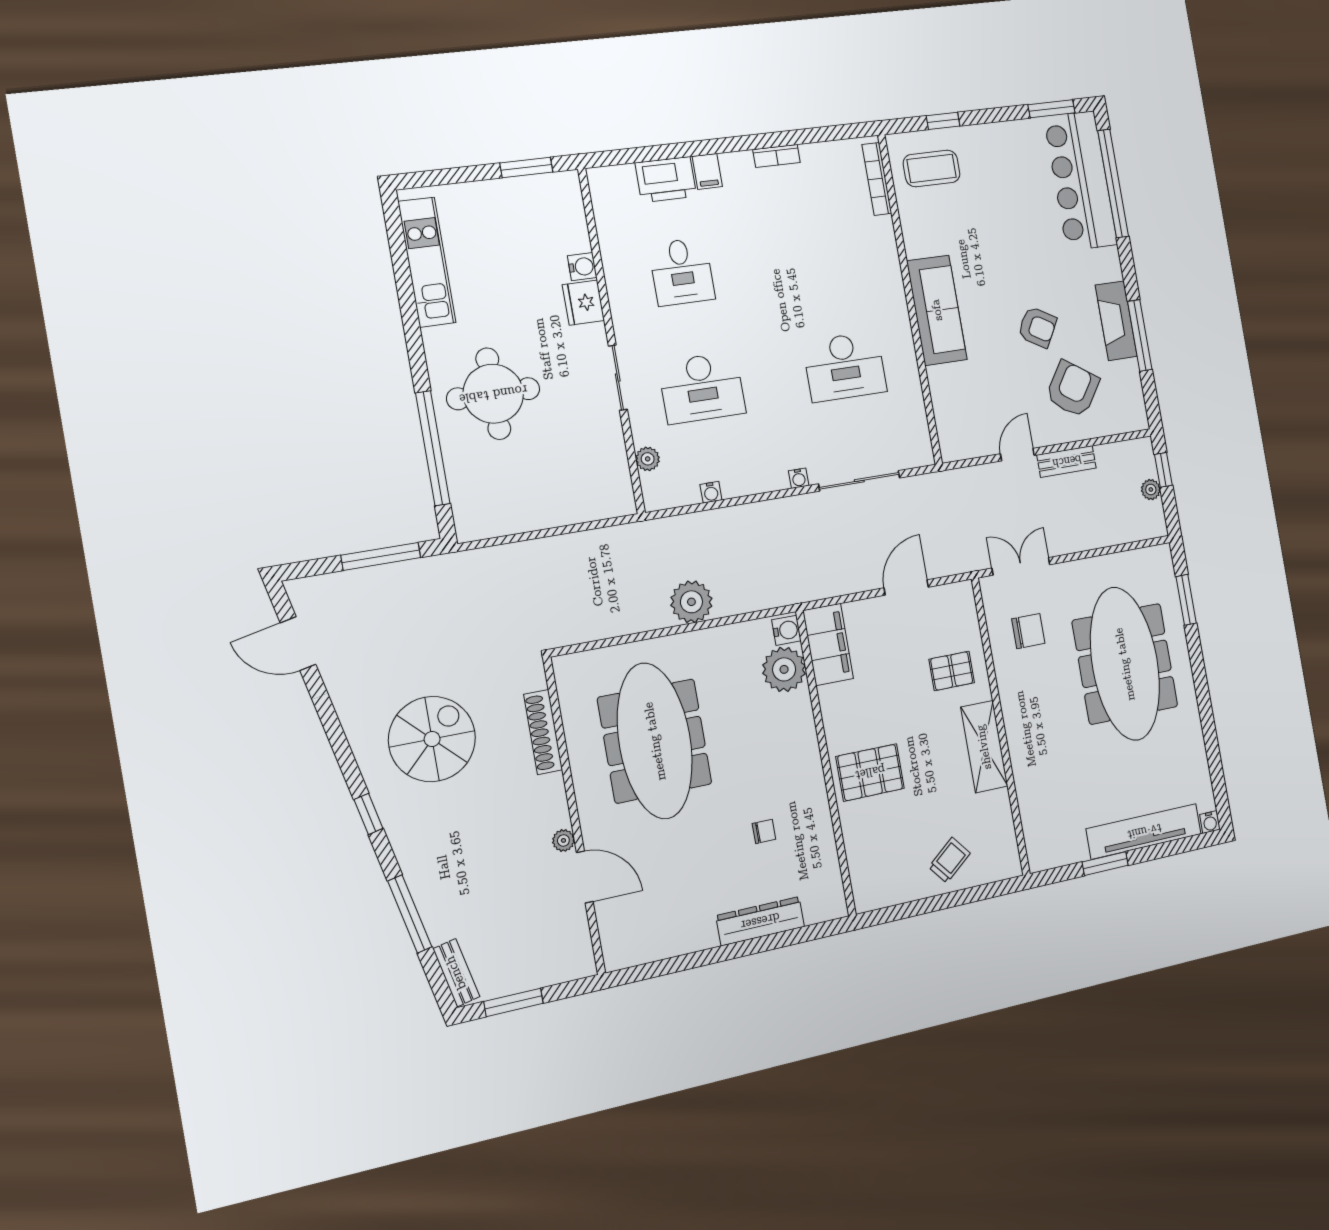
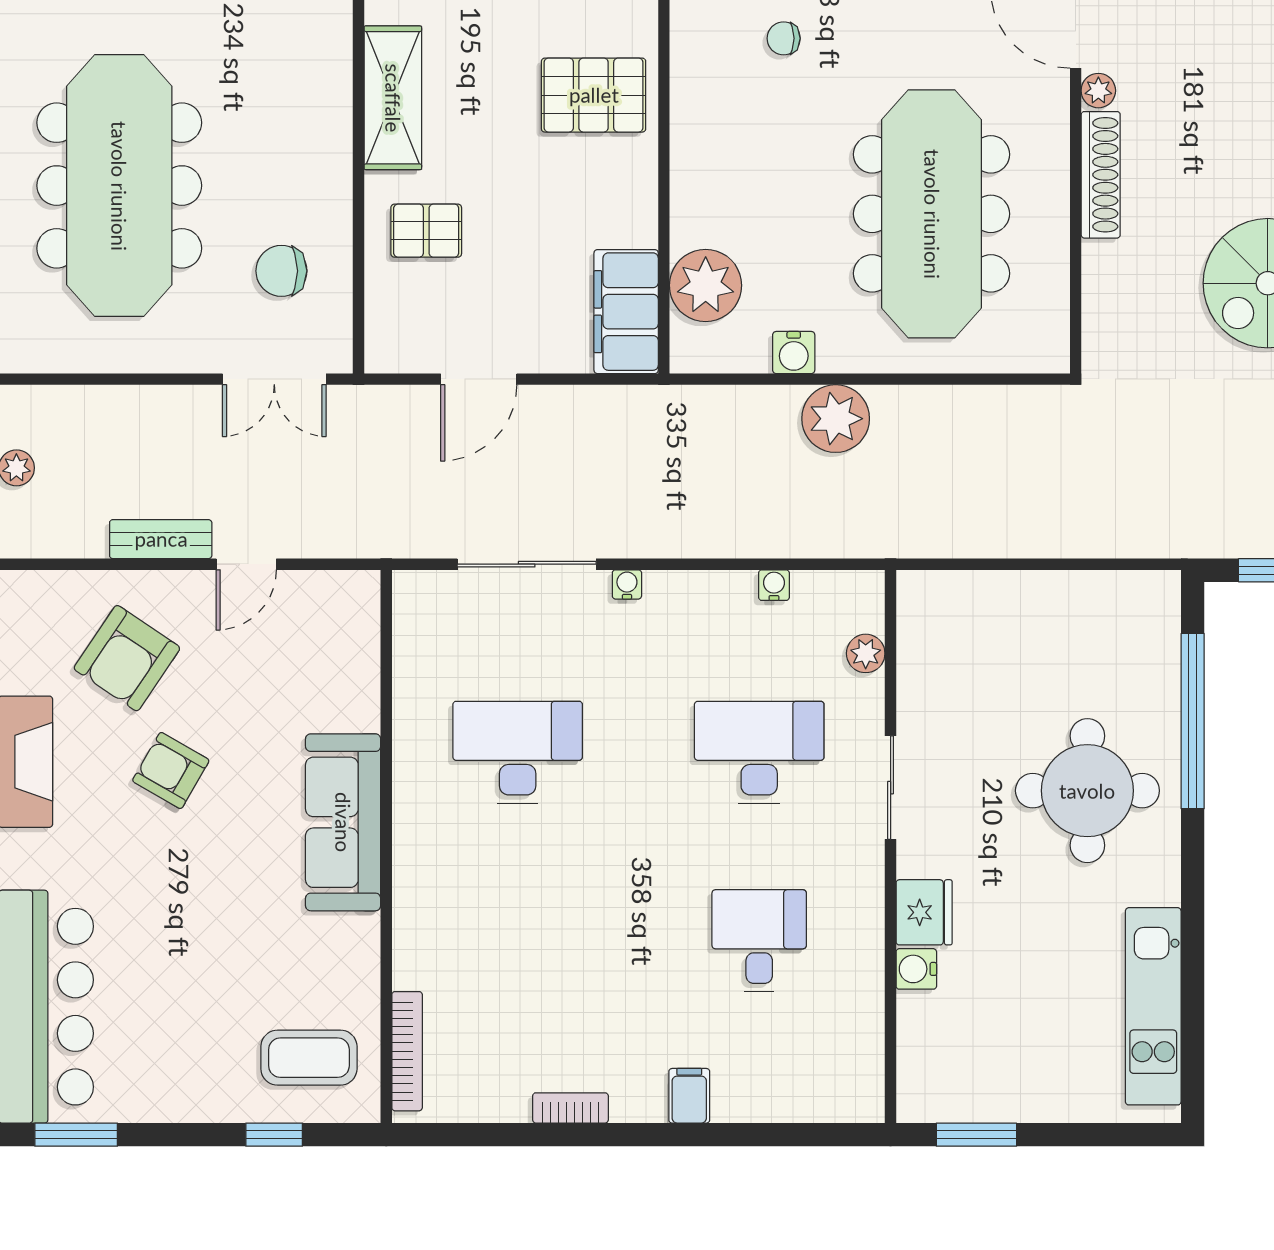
printer: (666, 180) -> (759, 1090), removed
water cooler: (787, 630) -> (794, 353), moved, turned -90
shoe rack: (543, 732) -> (1101, 175), moved

